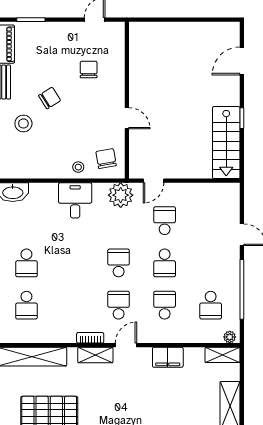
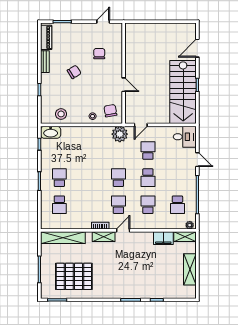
stool: (23, 123) -> (61, 114), moved
stairs: (226, 143) -> (183, 92), width x1.36, depth x1.51
desk: (75, 200) -> (185, 137), moved, turned 90
school desk: (26, 263) -> (59, 178), turned 180
filing cabinet: (168, 357) -> (163, 238), moved

